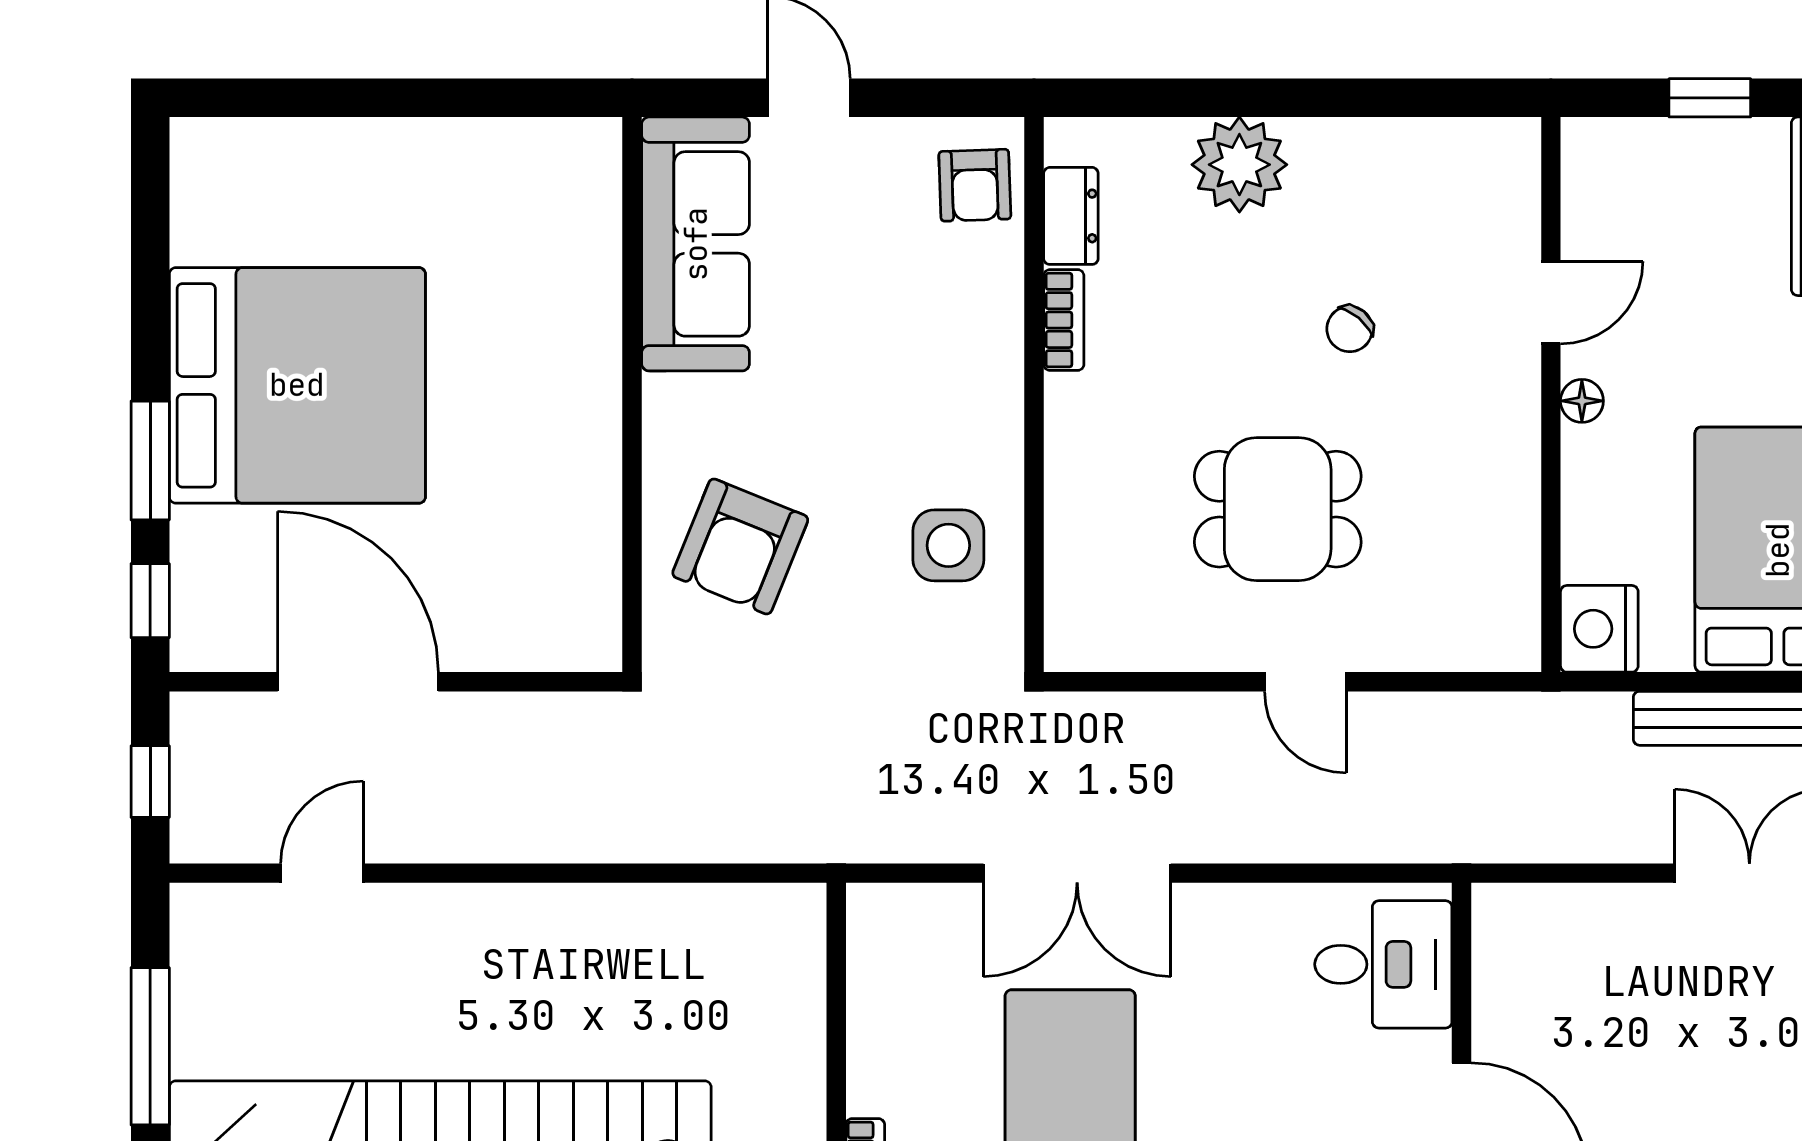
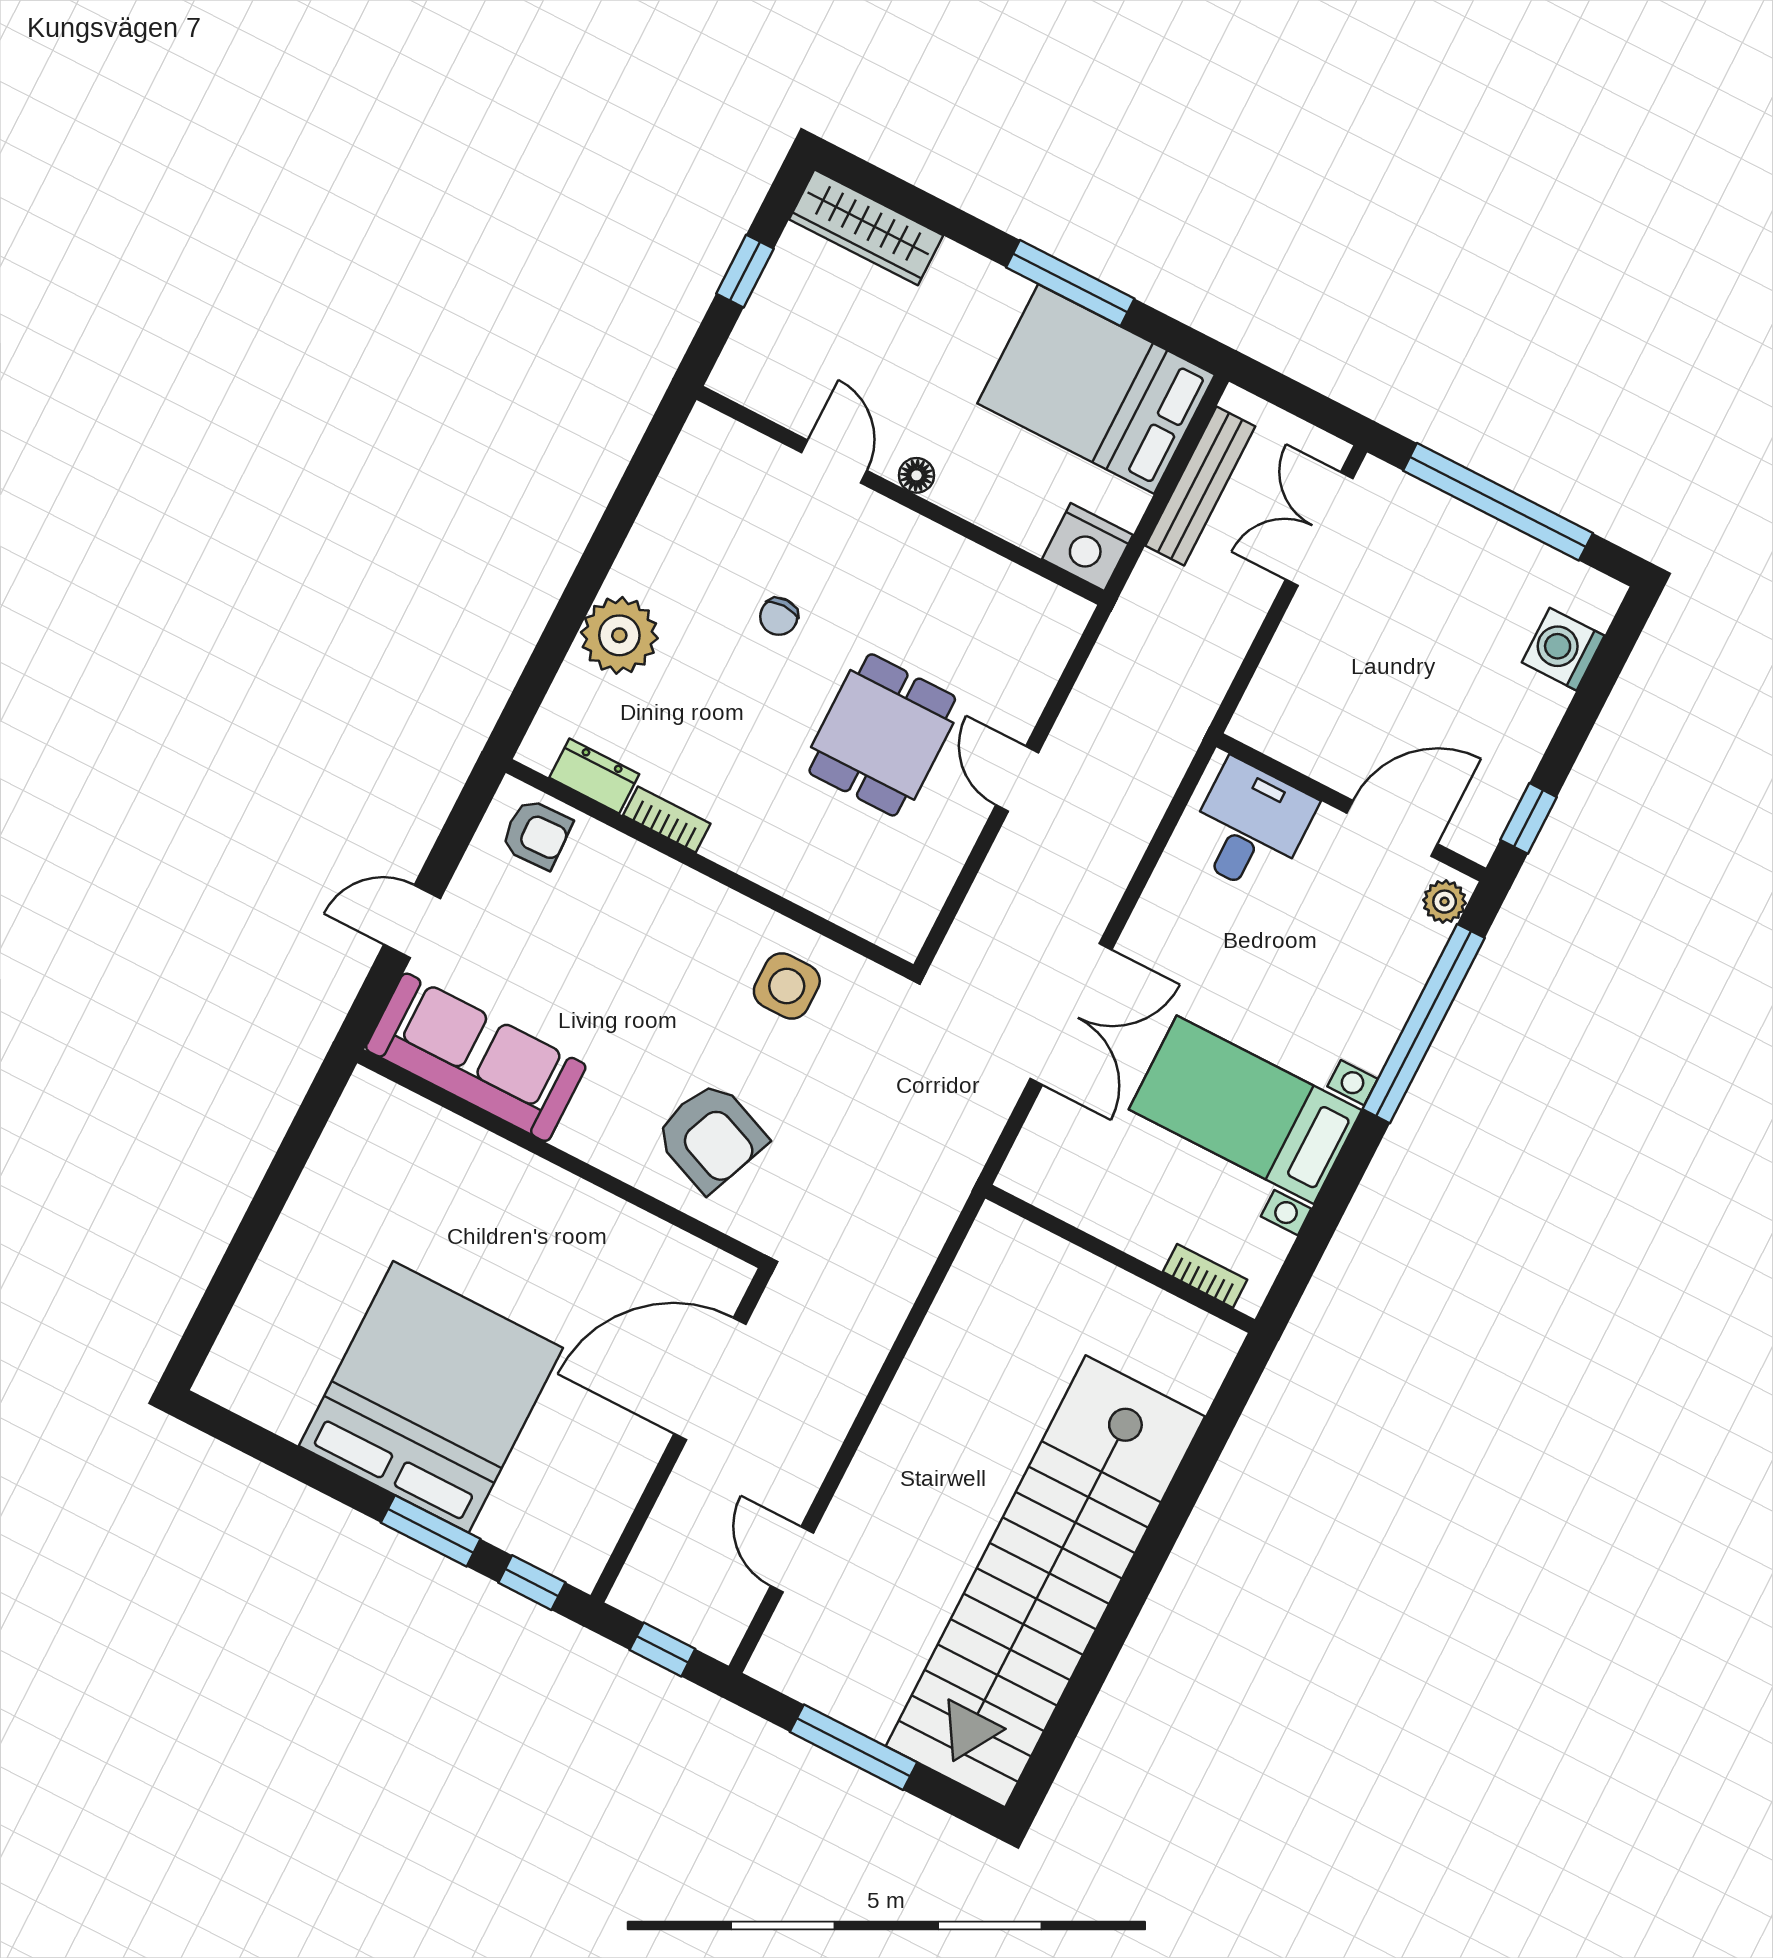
chair: (1350, 329) -> (779, 616), turned 50
door: (358, 682) -> (710, 1379), moved
door: (1305, 682) -> (1017, 779), swing flipped

